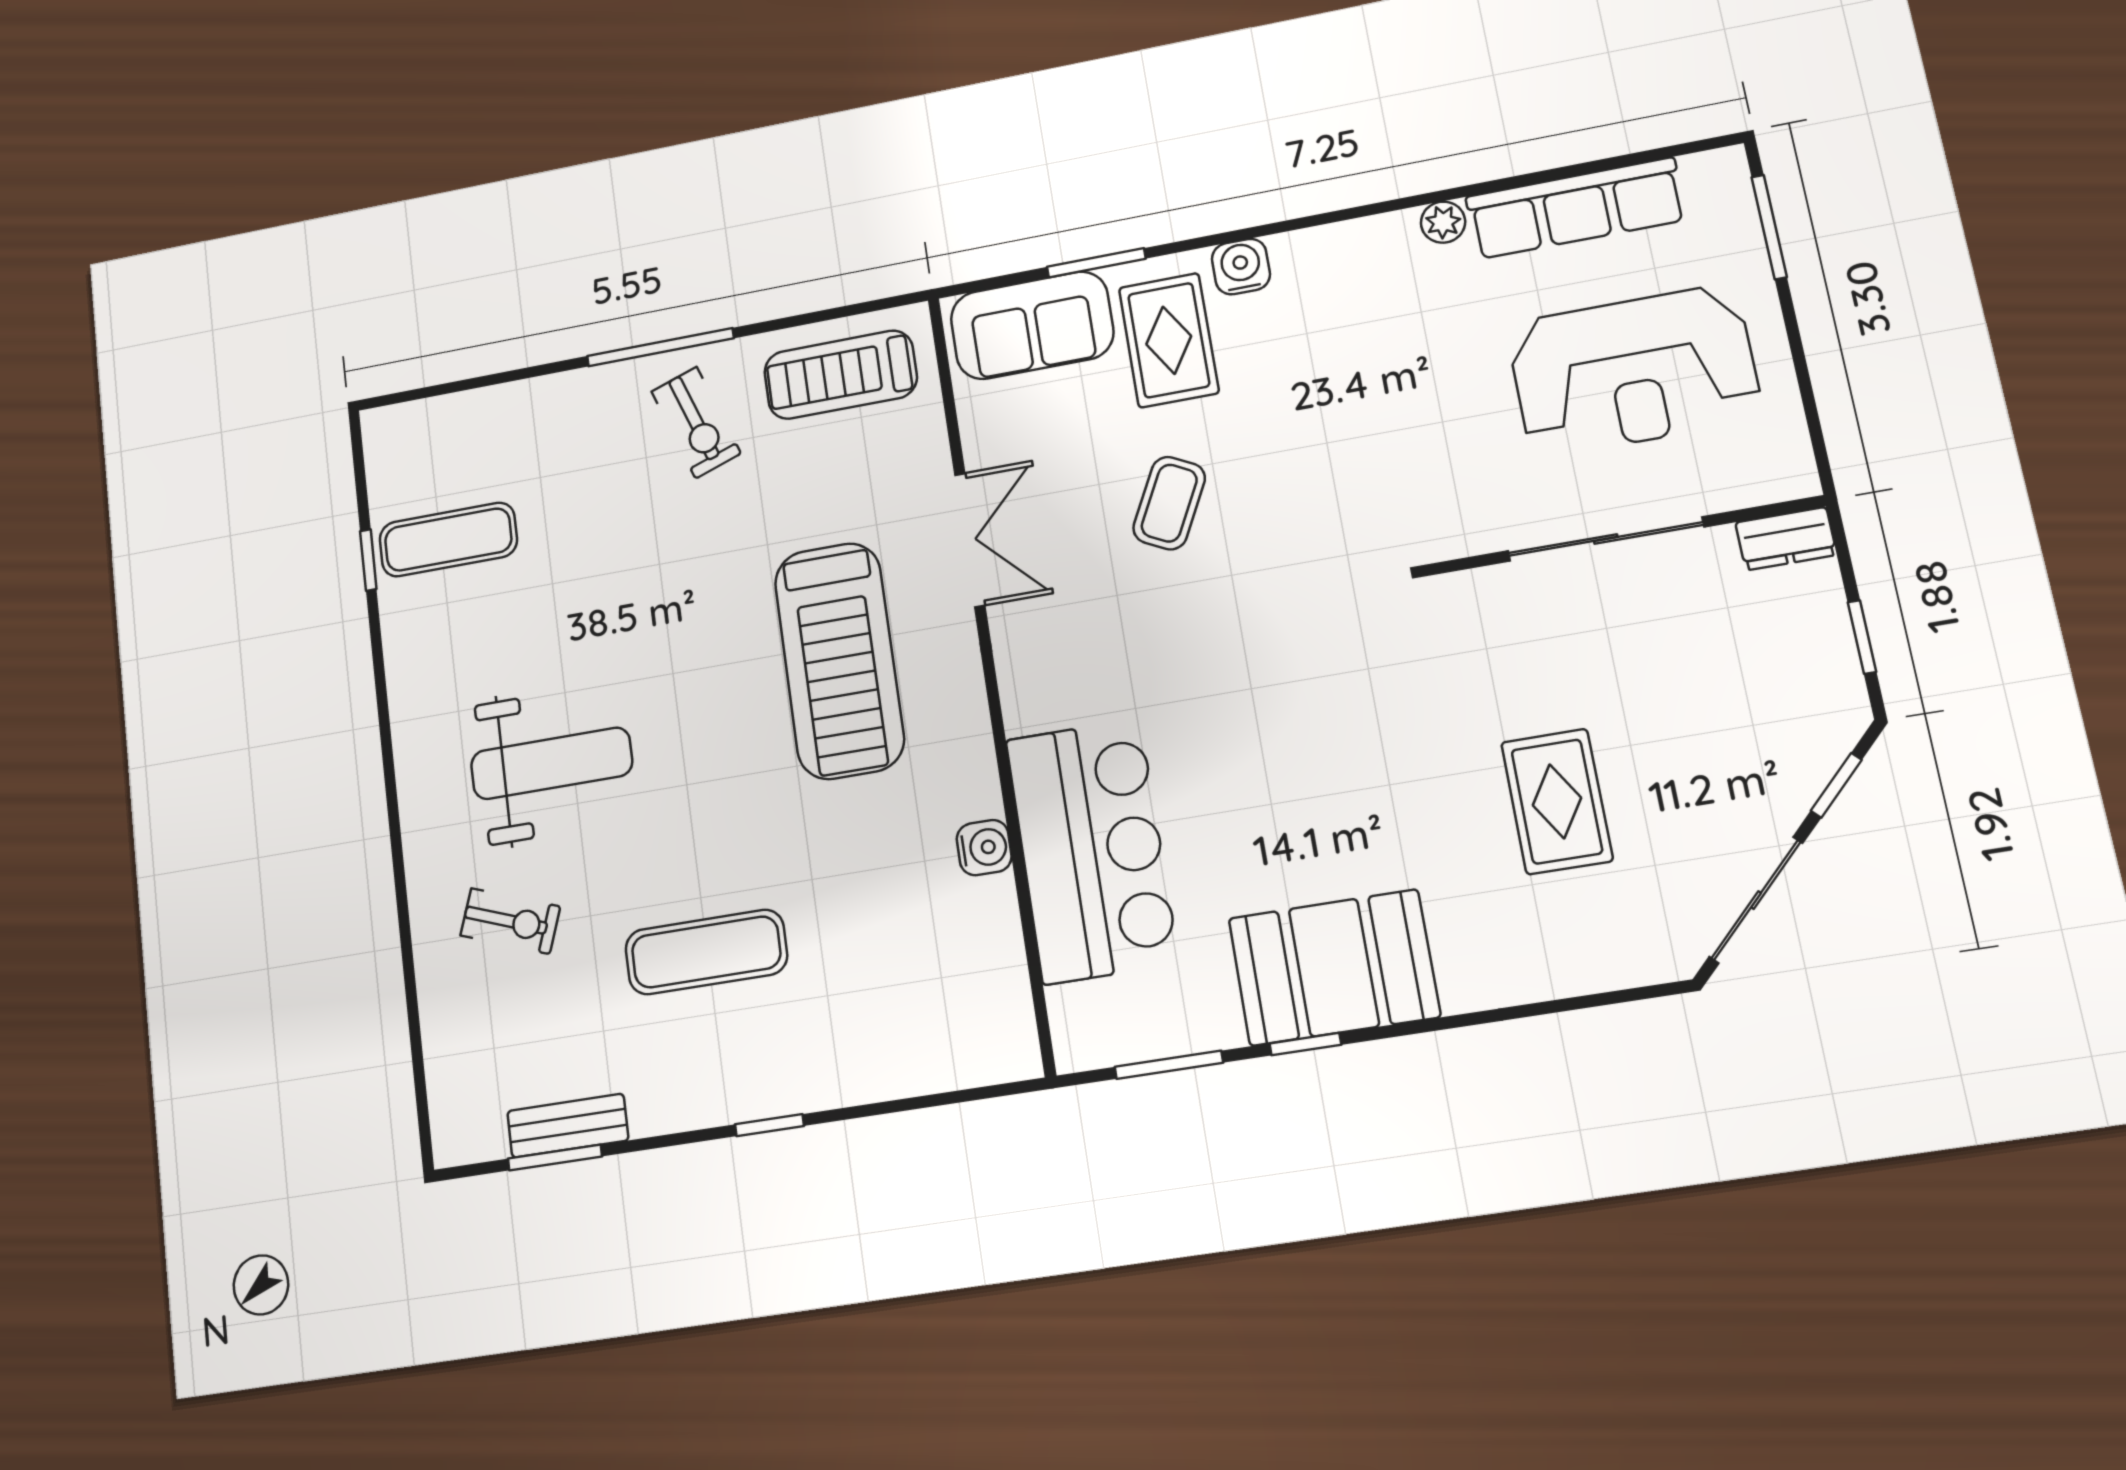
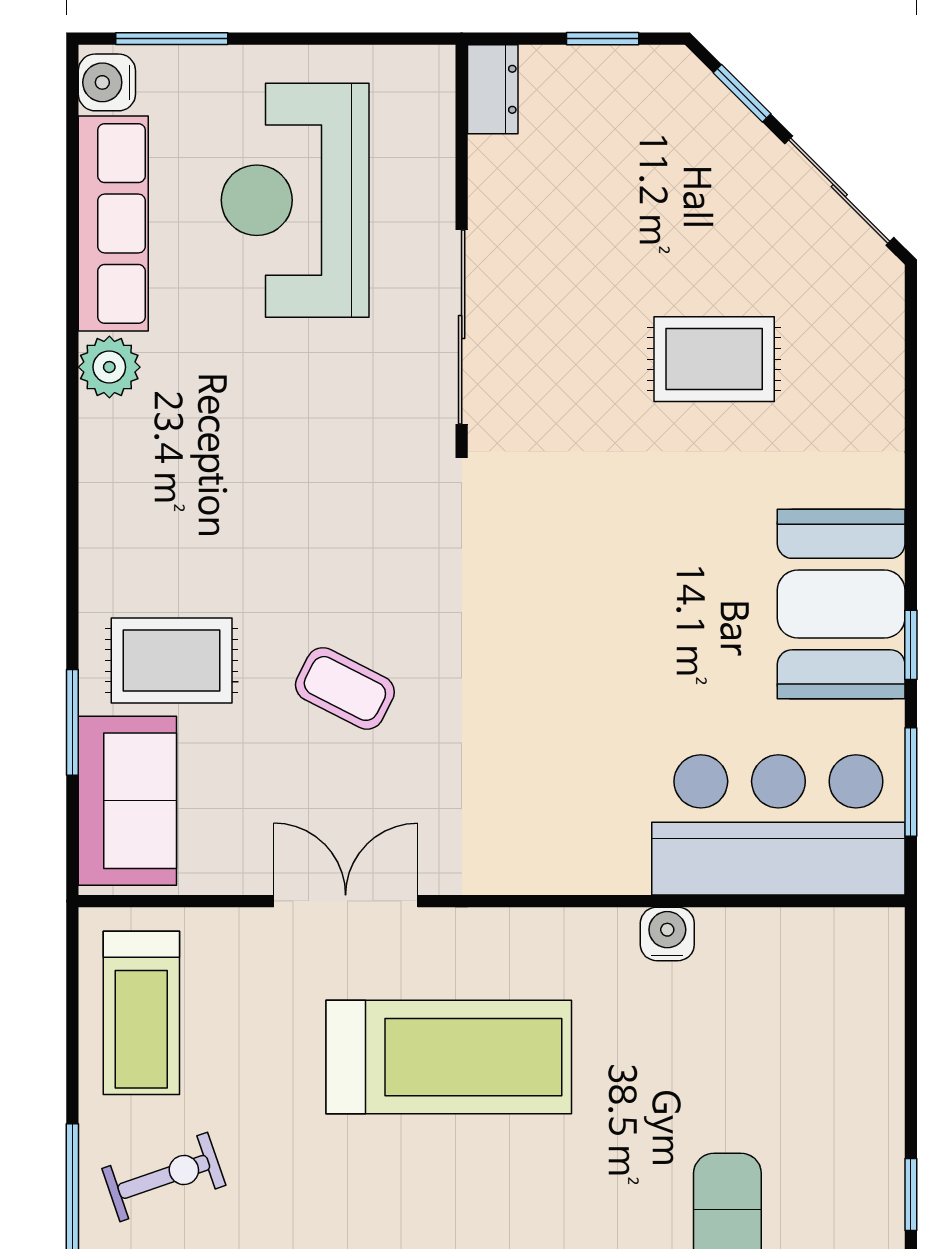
plant: (1443, 222) -> (109, 367), width x1.38, depth x1.38
water cooler: (1241, 267) -> (107, 82), moved
reception desk: (1634, 371) -> (295, 200), turned 180
sliding door: (1606, 539) -> (462, 327), moved
bar counter: (1092, 851) -> (778, 825), moved

